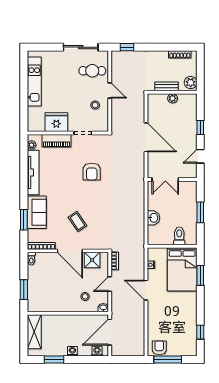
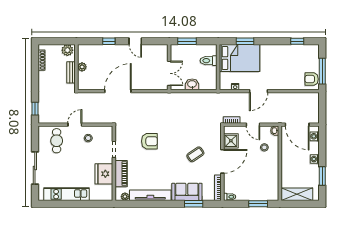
sliding door: (81, 47) -> (35, 168), moved
double door: (165, 179) -> (169, 73), moved
wall: (172, 179) -> (169, 67), moved

